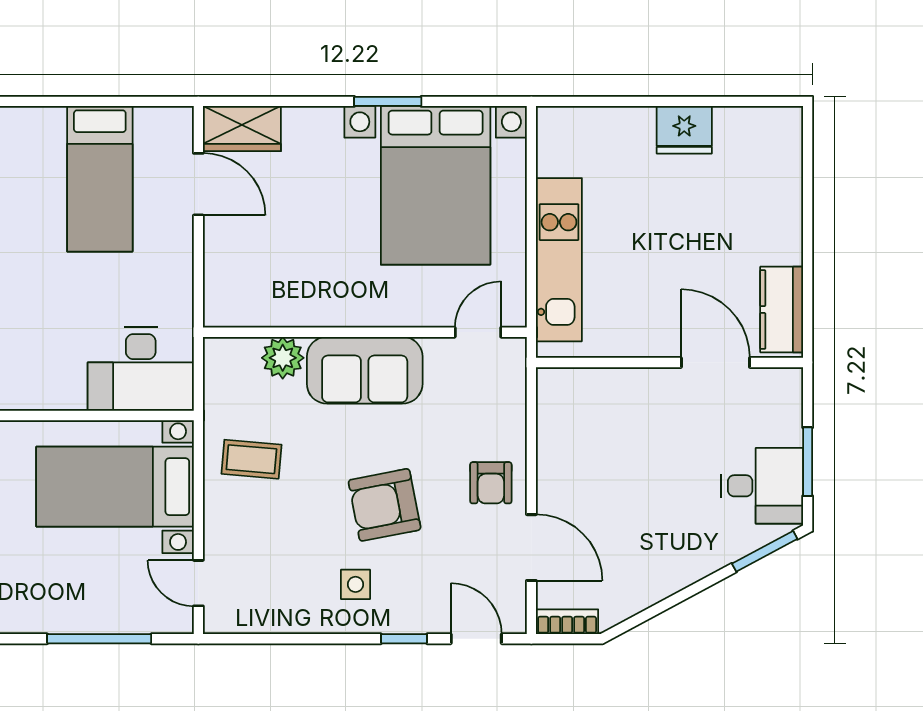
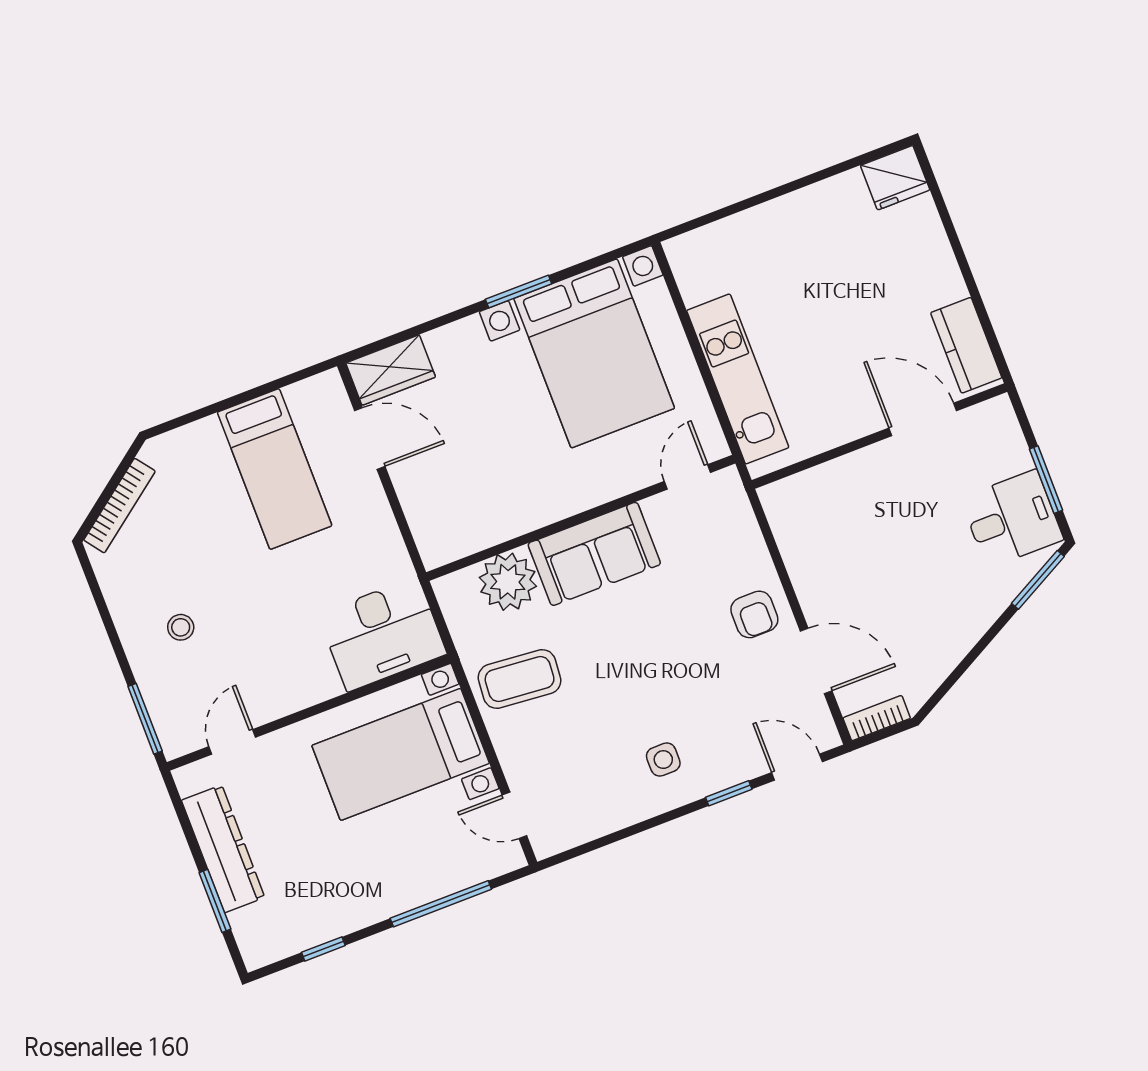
fridge: (684, 130) -> (895, 178), moved
plant: (283, 358) -> (508, 582), width x1.36, depth x1.36
coffee table: (251, 459) -> (520, 679), width x1.36, depth x1.30
armchair: (385, 505) -> (662, 674), removed

